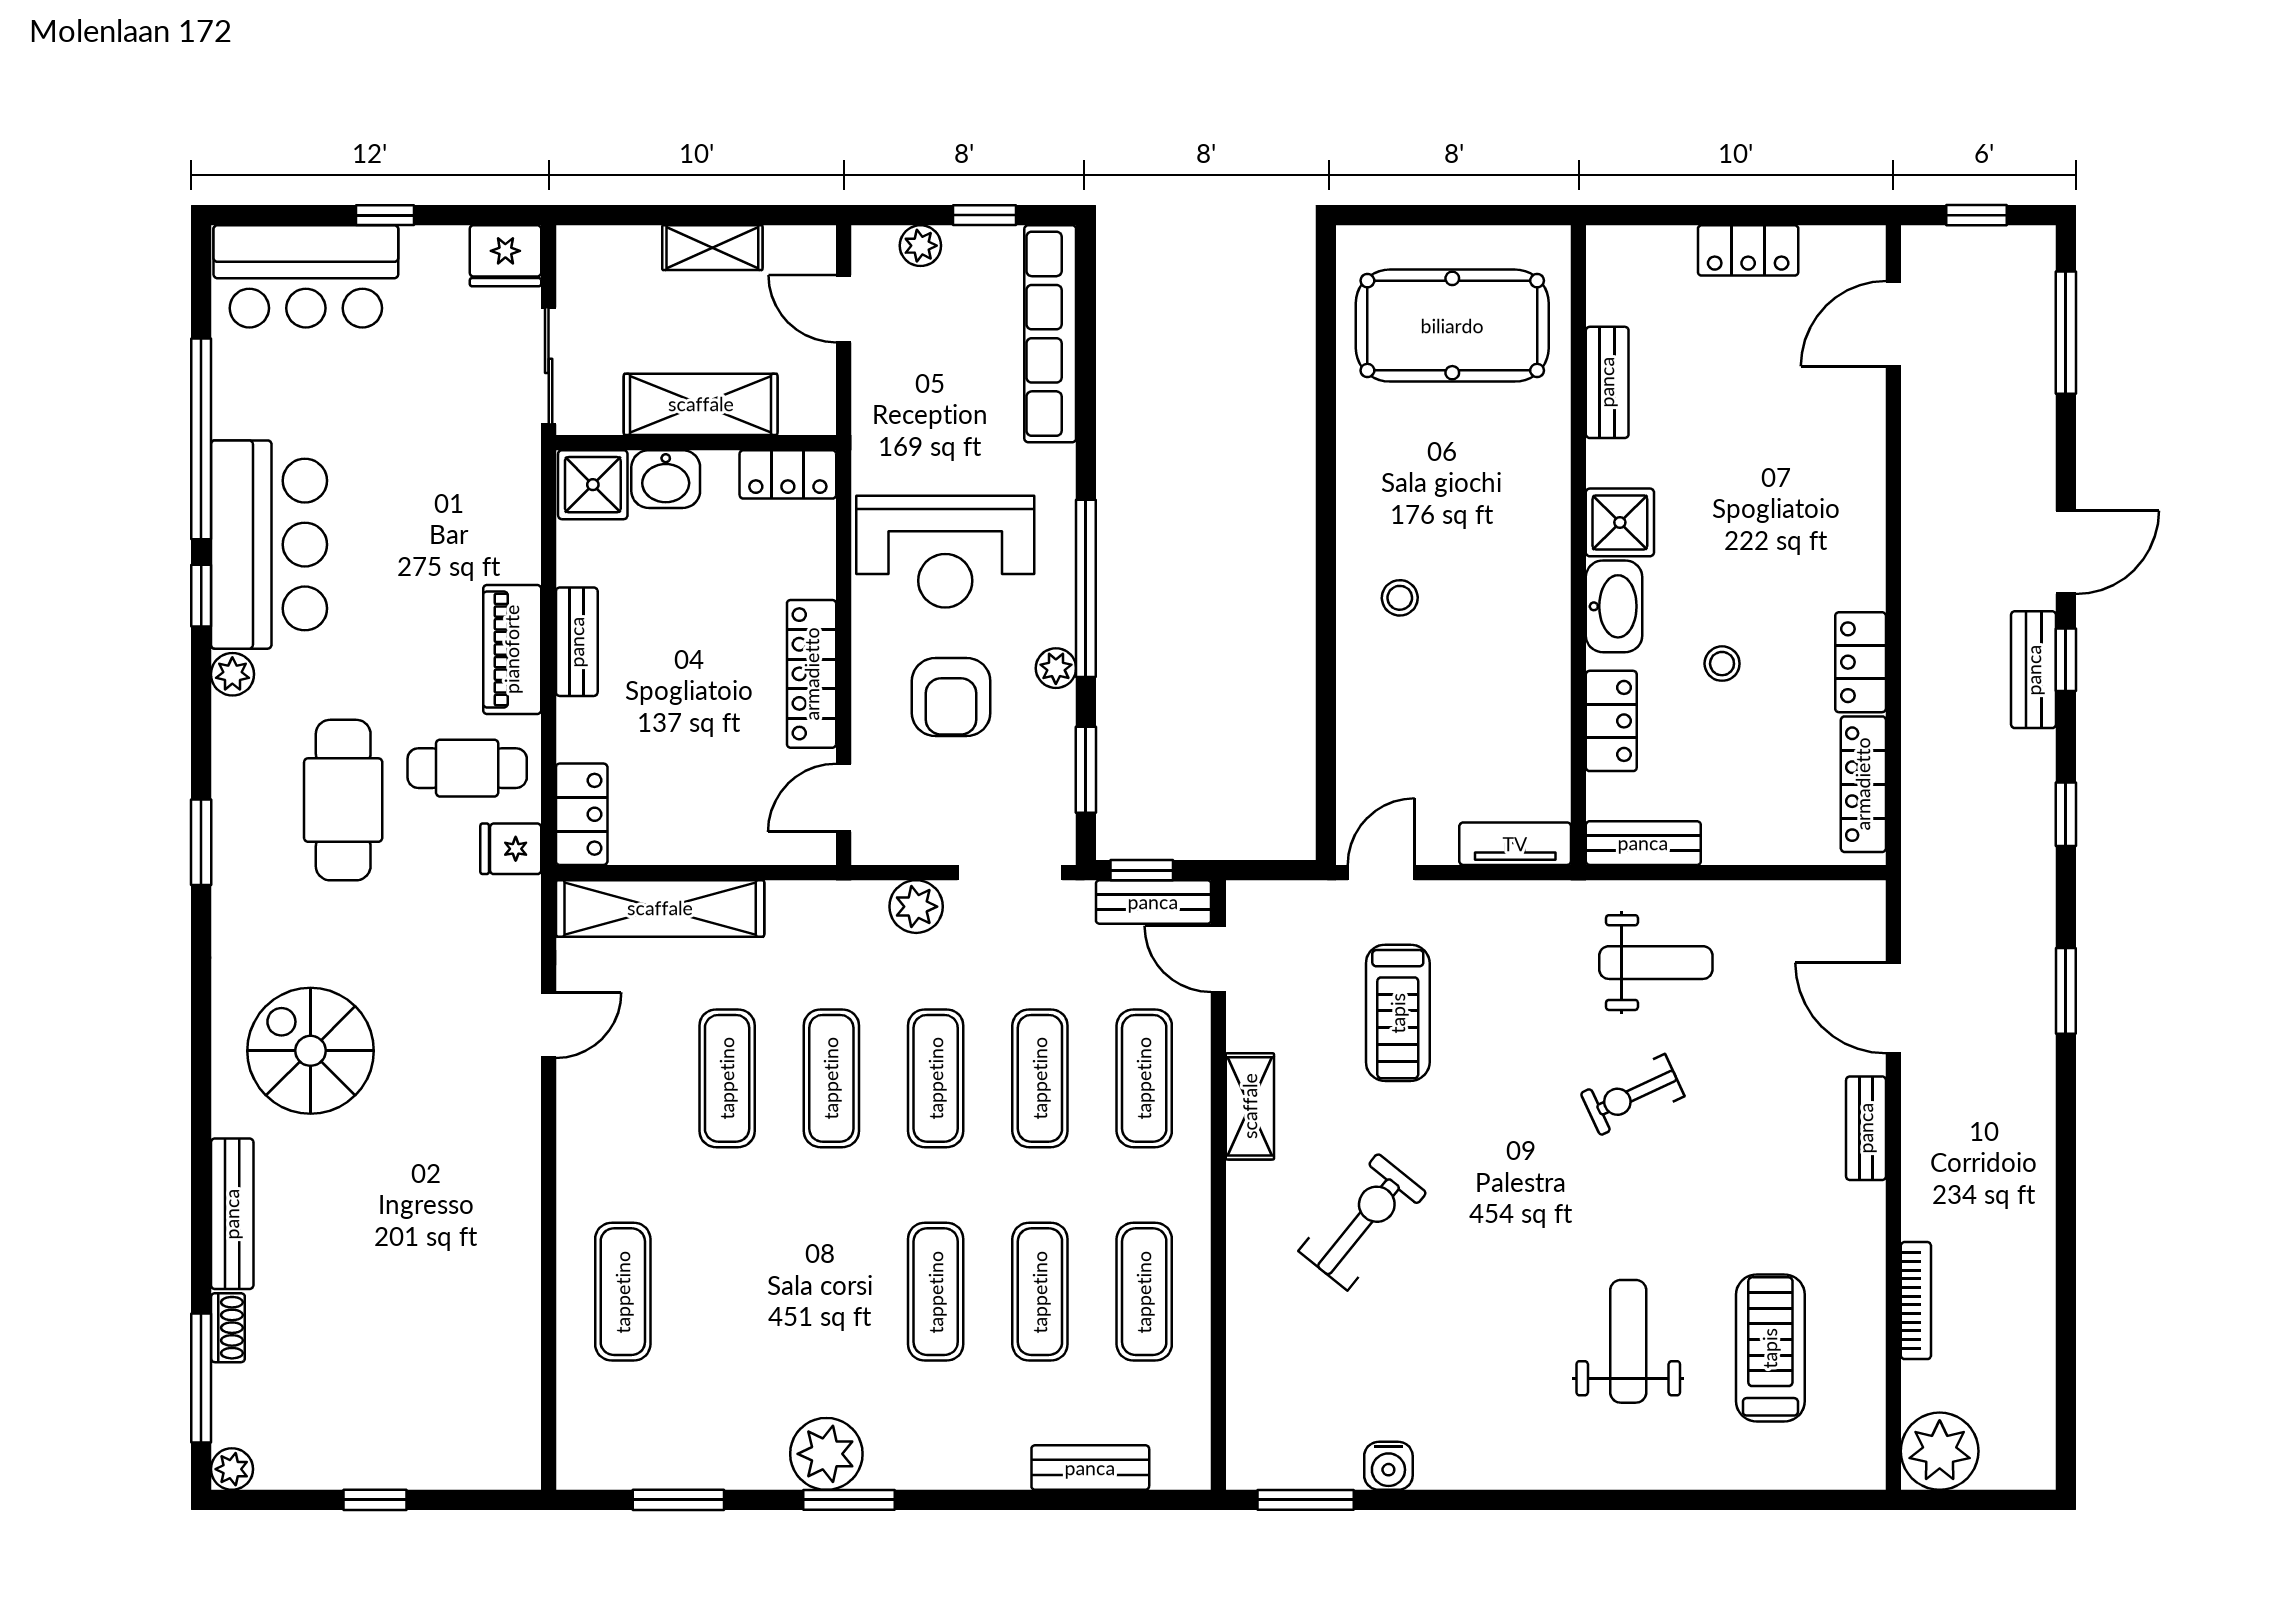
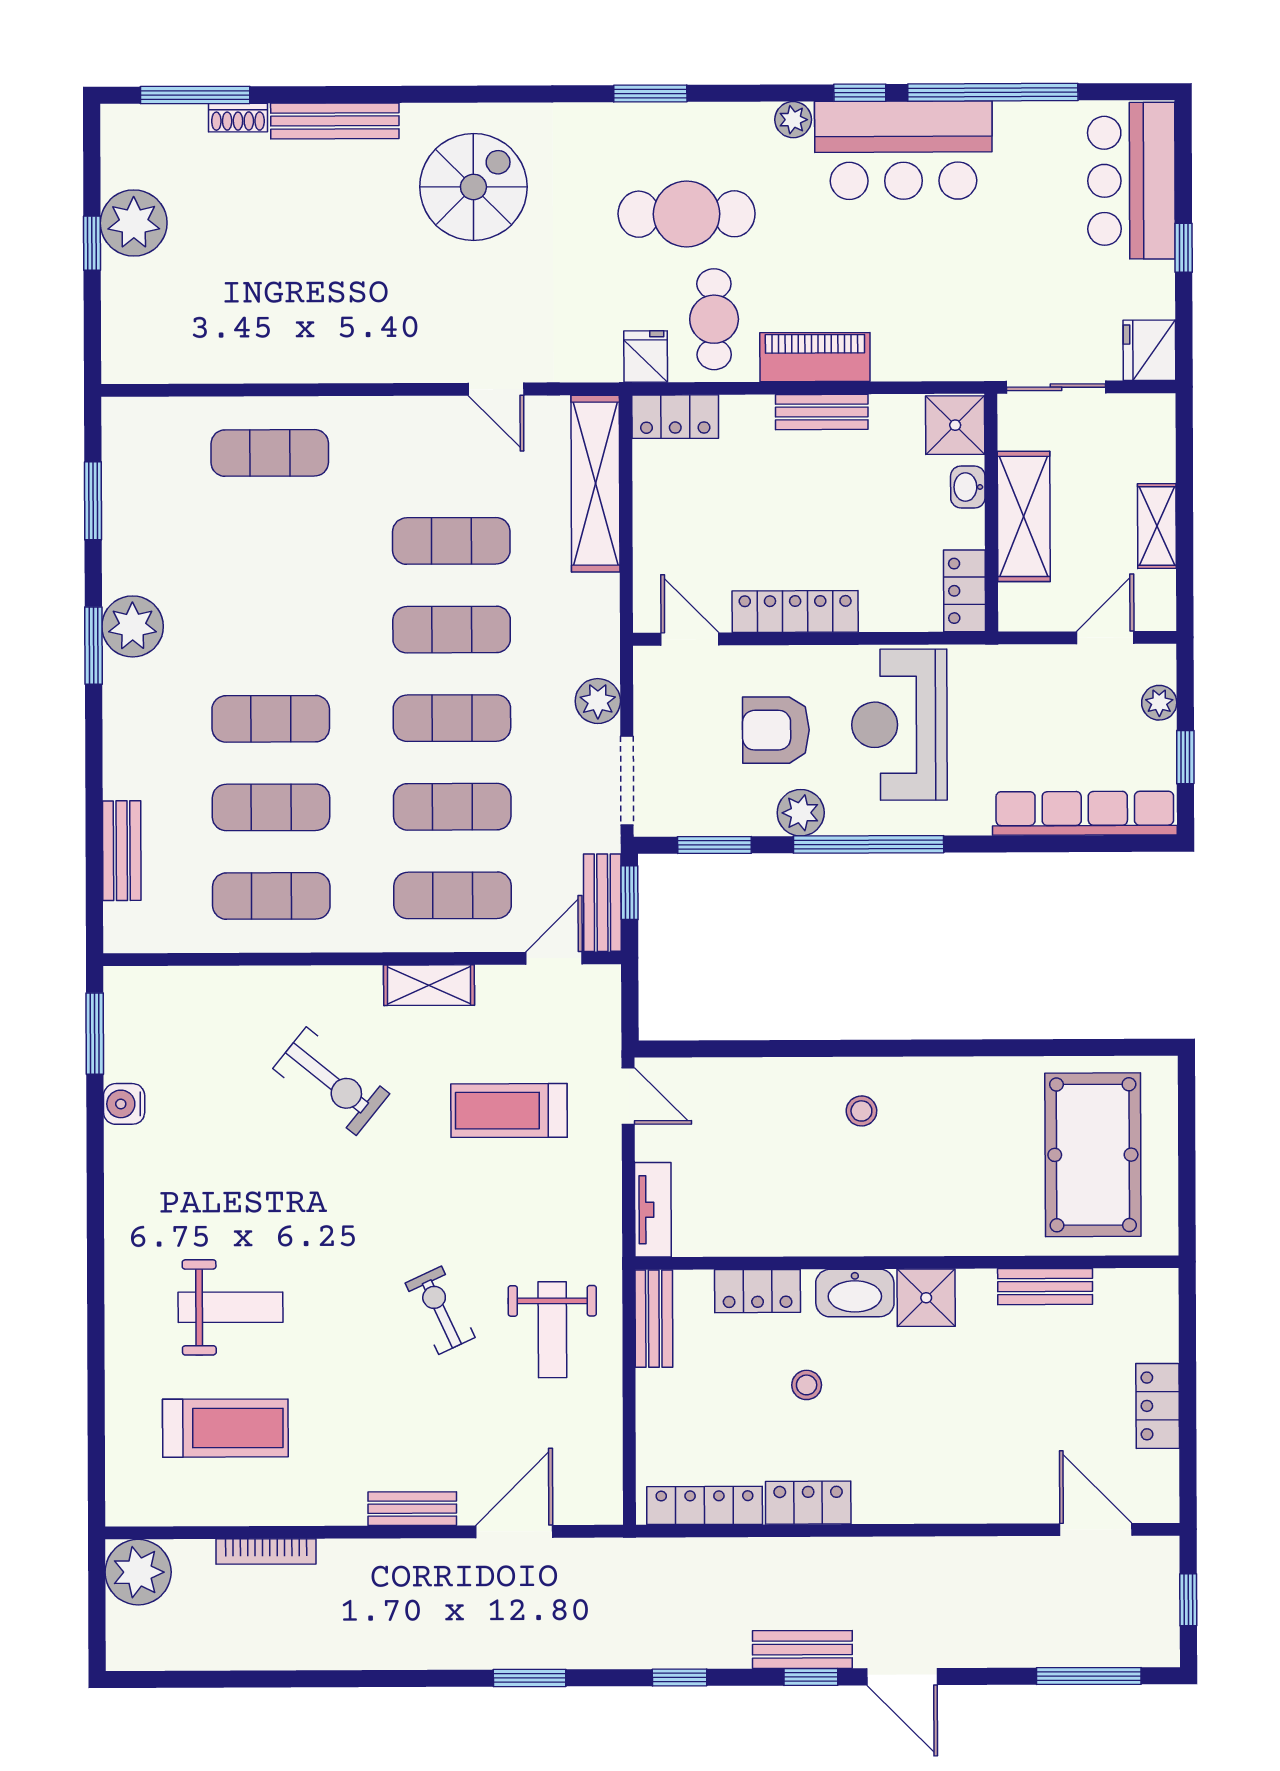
washbasin: (666, 479) -> (968, 487), width x0.72, depth x0.69
plant: (1056, 668) -> (801, 813), width x1.38, depth x1.38
plant: (232, 1469) -> (134, 223), moved, width x1.88, depth x1.88

